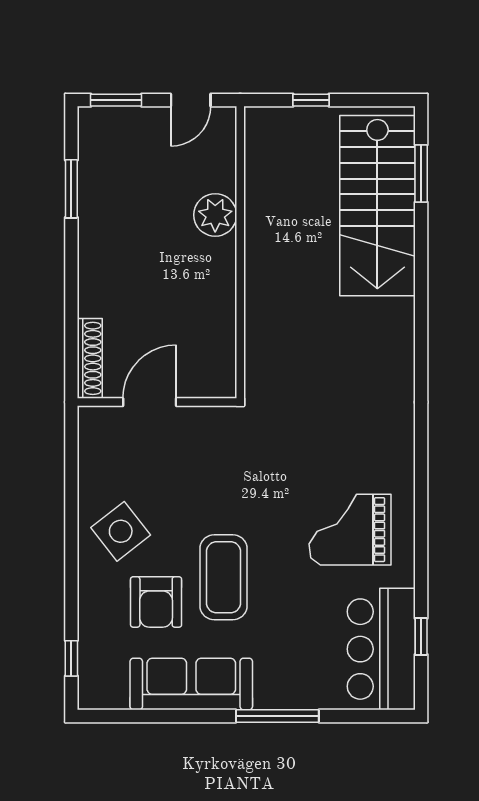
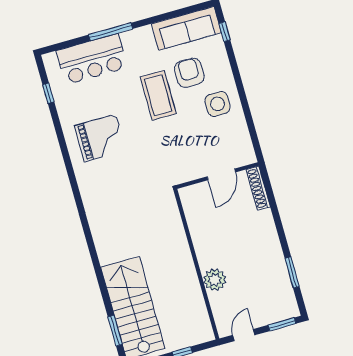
side table: (121, 531) -> (218, 104), turned 38
bar counter: (381, 649) -> (92, 59), moved, turned 90
sofa: (191, 684) -> (186, 28), moved

